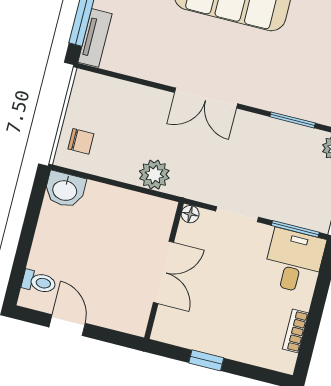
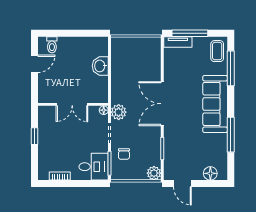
double door: (206, 98) -> (162, 104), width x1.37
chair: (81, 141) -> (124, 154), moved
plant: (154, 175) -> (119, 112), moved
washbasin: (65, 190) -> (100, 66), moved

